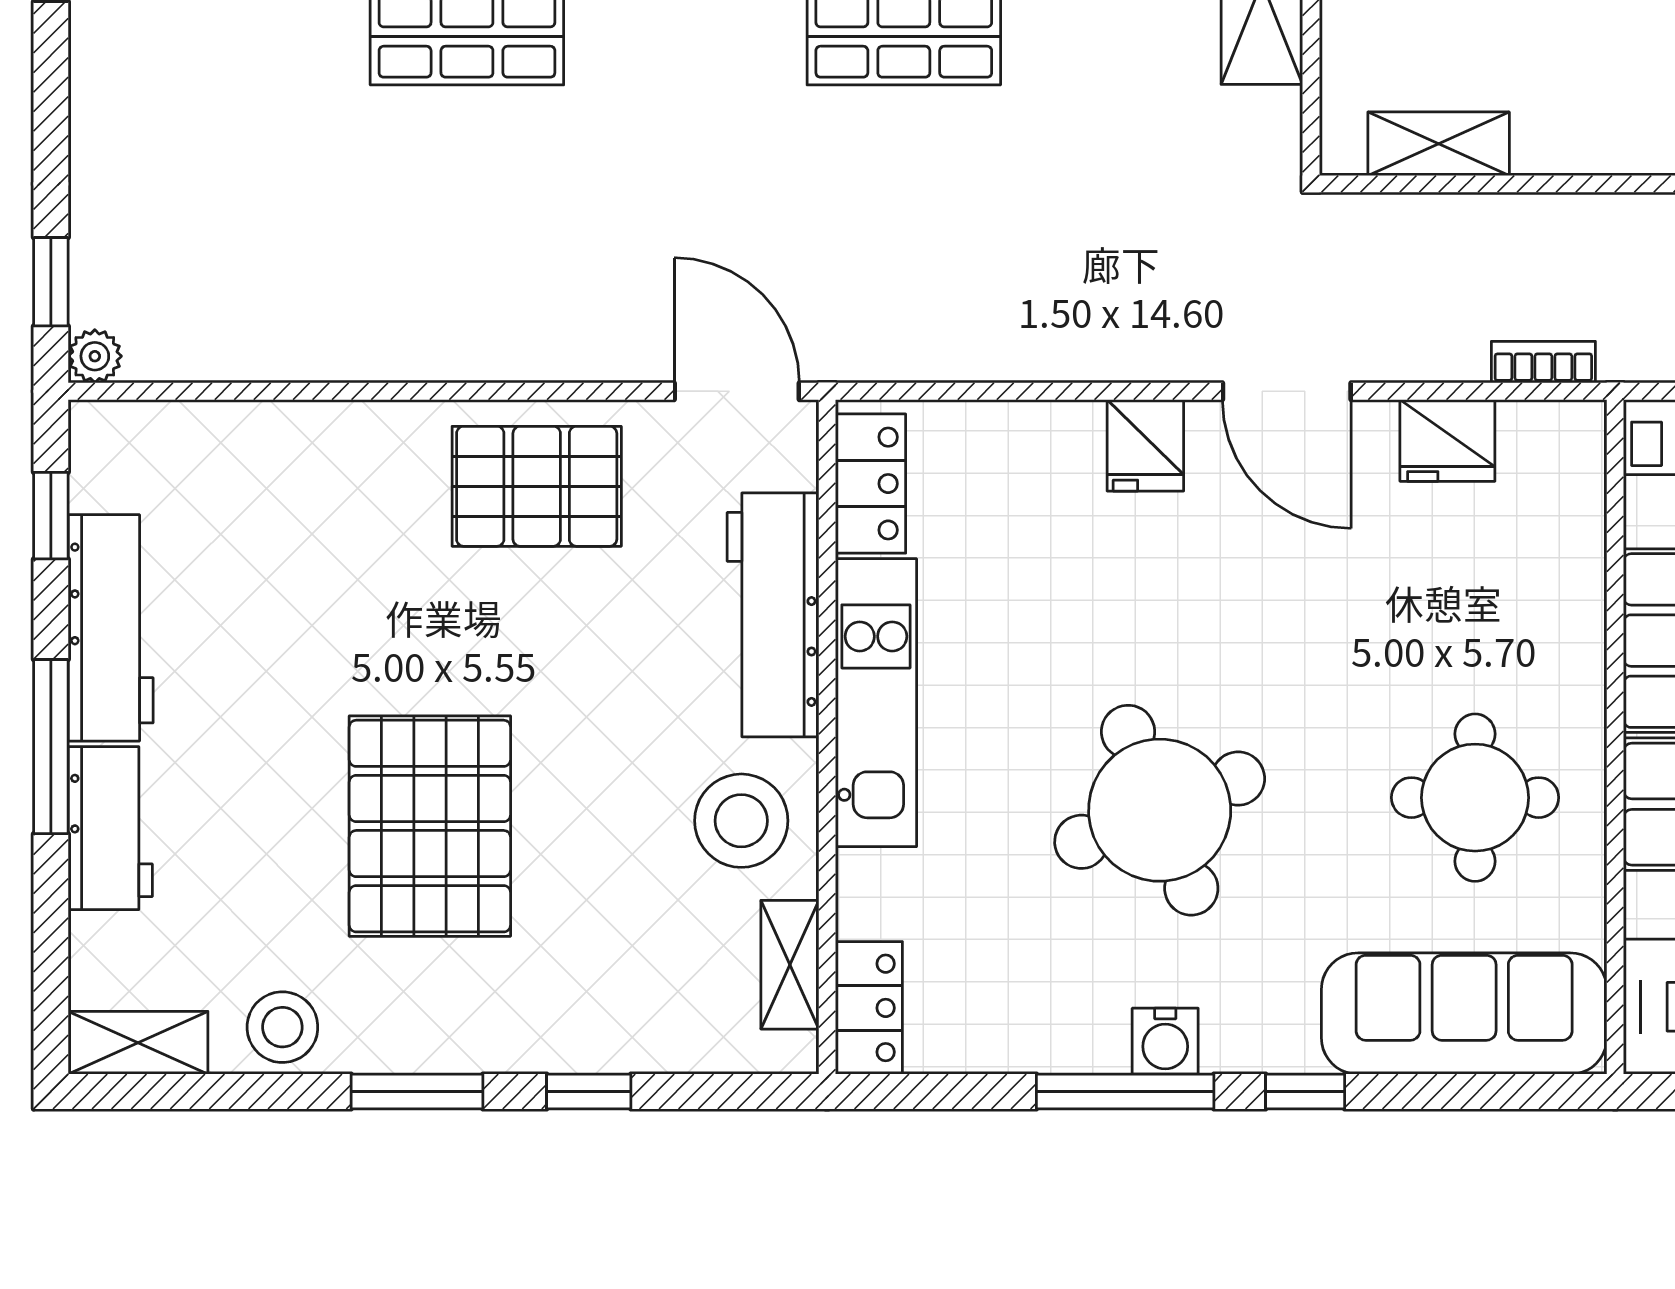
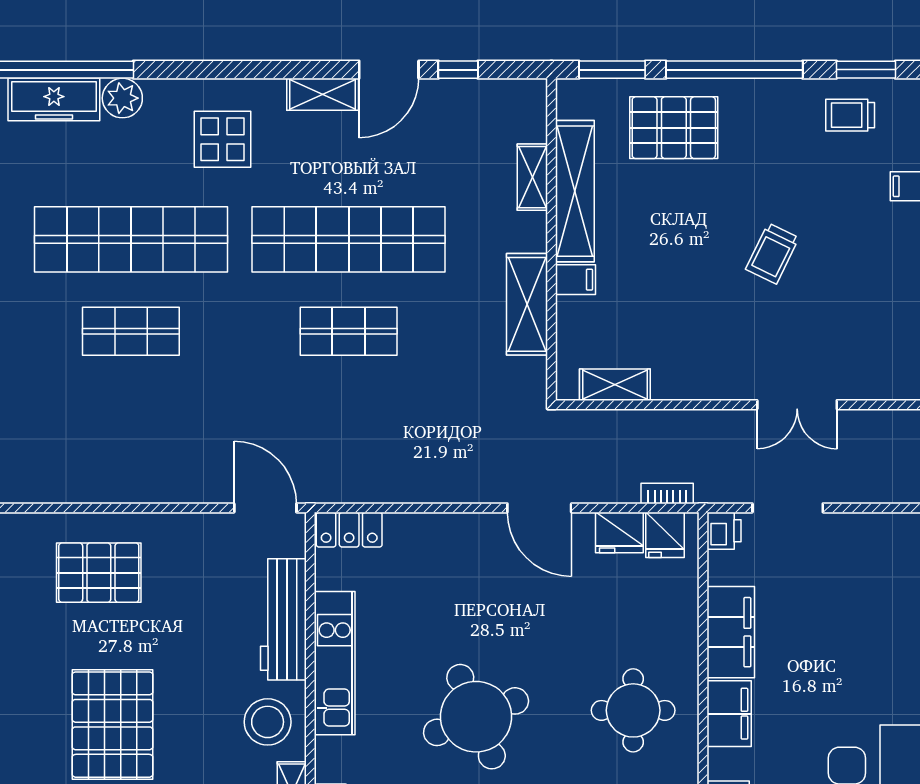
fridge: (1145, 445) -> (665, 535), moved
locker: (871, 484) -> (349, 530), moved, turned 90
pallet: (537, 486) -> (99, 573), moved

